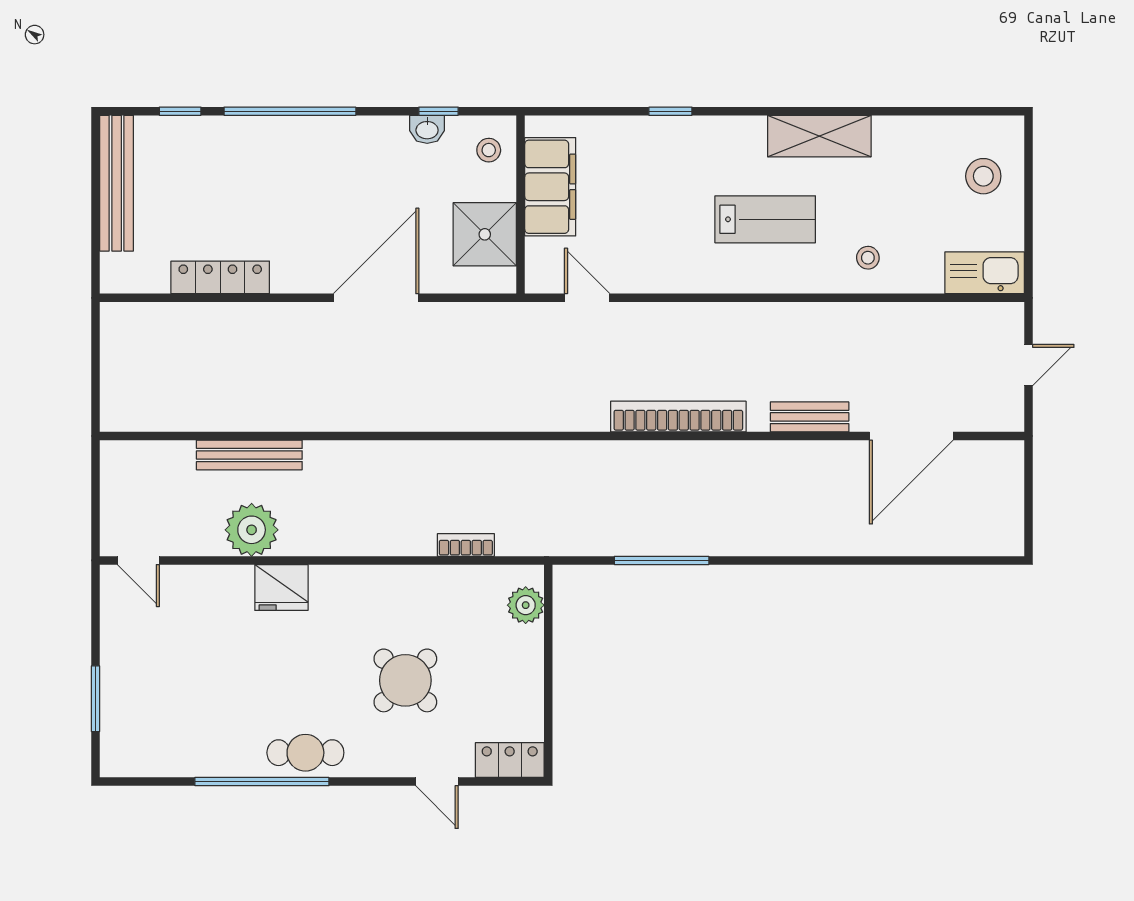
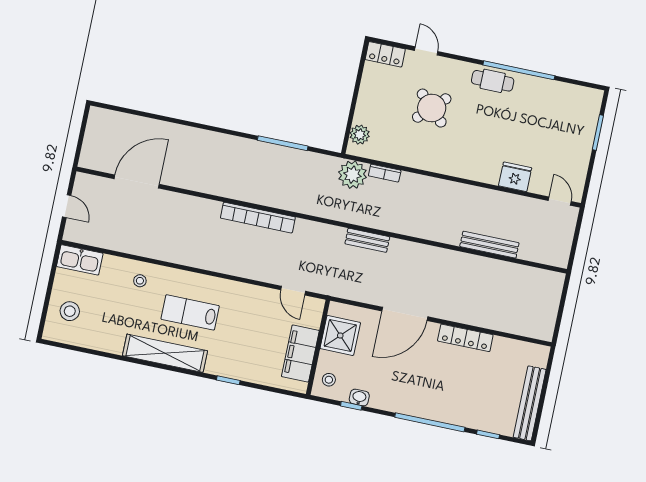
shelving: (819, 136) -> (165, 353), width x1.47
locker: (220, 277) -> (465, 338), moved
door: (1029, 365) -> (67, 206), swing flipped
bench: (810, 417) -> (367, 240), moved
plant: (252, 530) -> (352, 175), moved
fridge: (281, 587) -> (515, 177), moved

